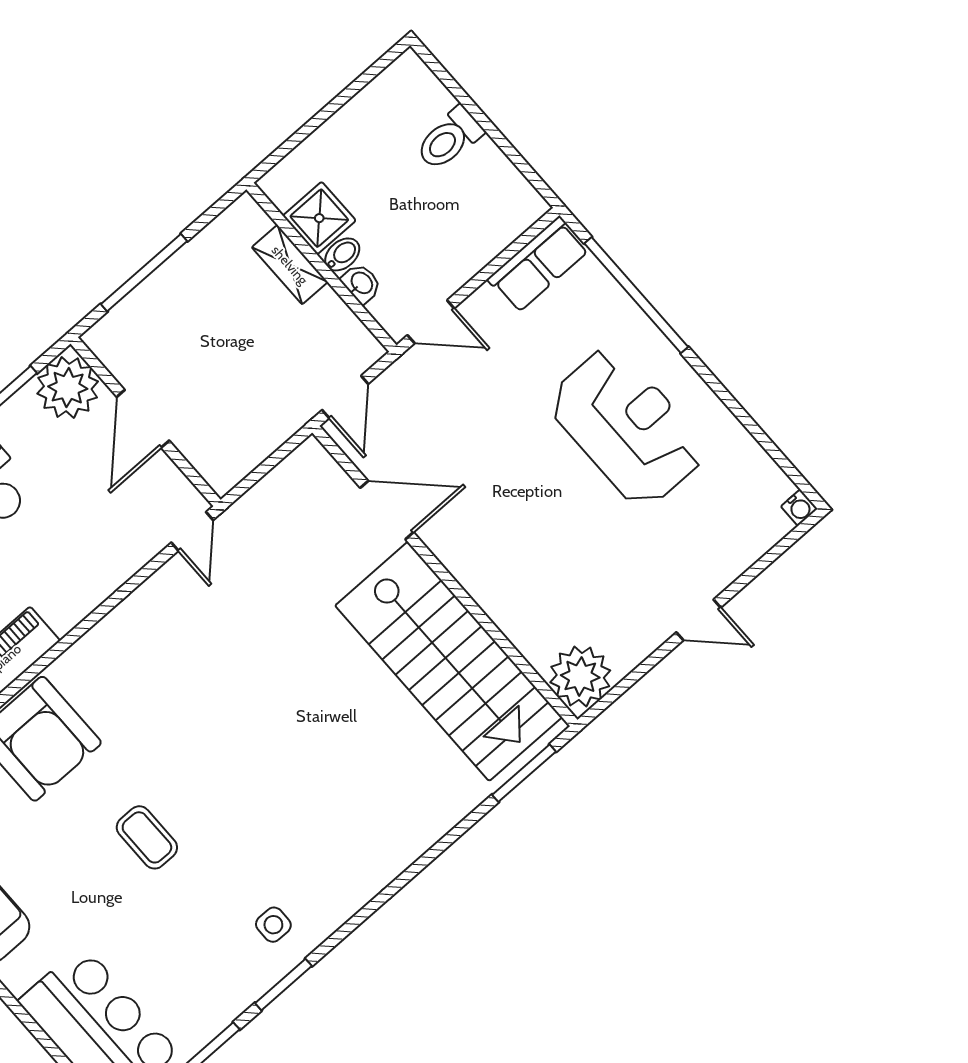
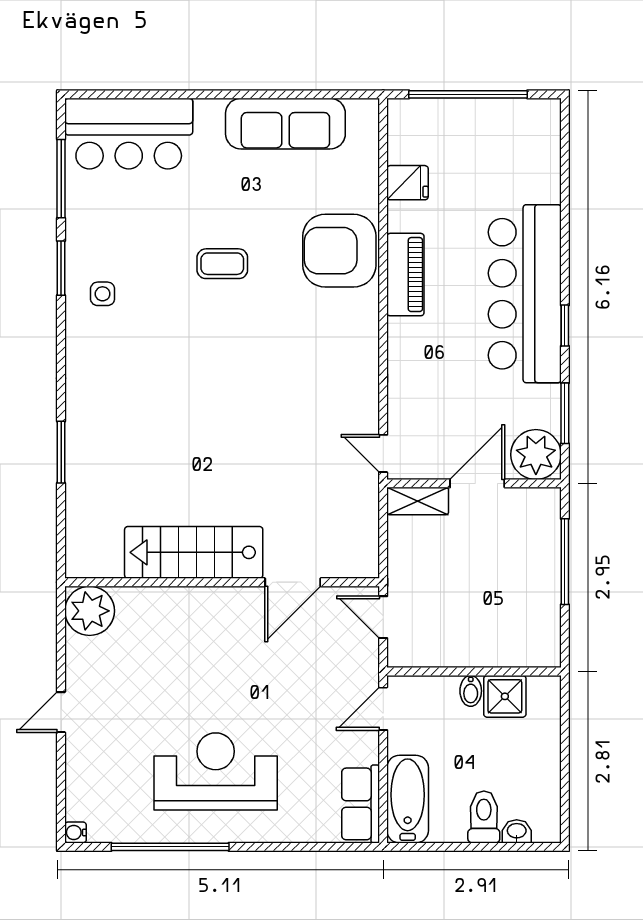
bathtub: (495, 225) -> (408, 799), added
shelving: (290, 265) -> (418, 501), moved
washbasin: (361, 283) -> (517, 831), moved, turned 180
window: (636, 295) -> (170, 847), moved
door: (143, 419) -> (477, 483), hinge flipped
reception desk: (627, 427) -> (216, 771), turned 180
stairs: (449, 661) -> (194, 552), width x0.73, depth x0.66
window: (524, 773) -> (61, 452), moved

